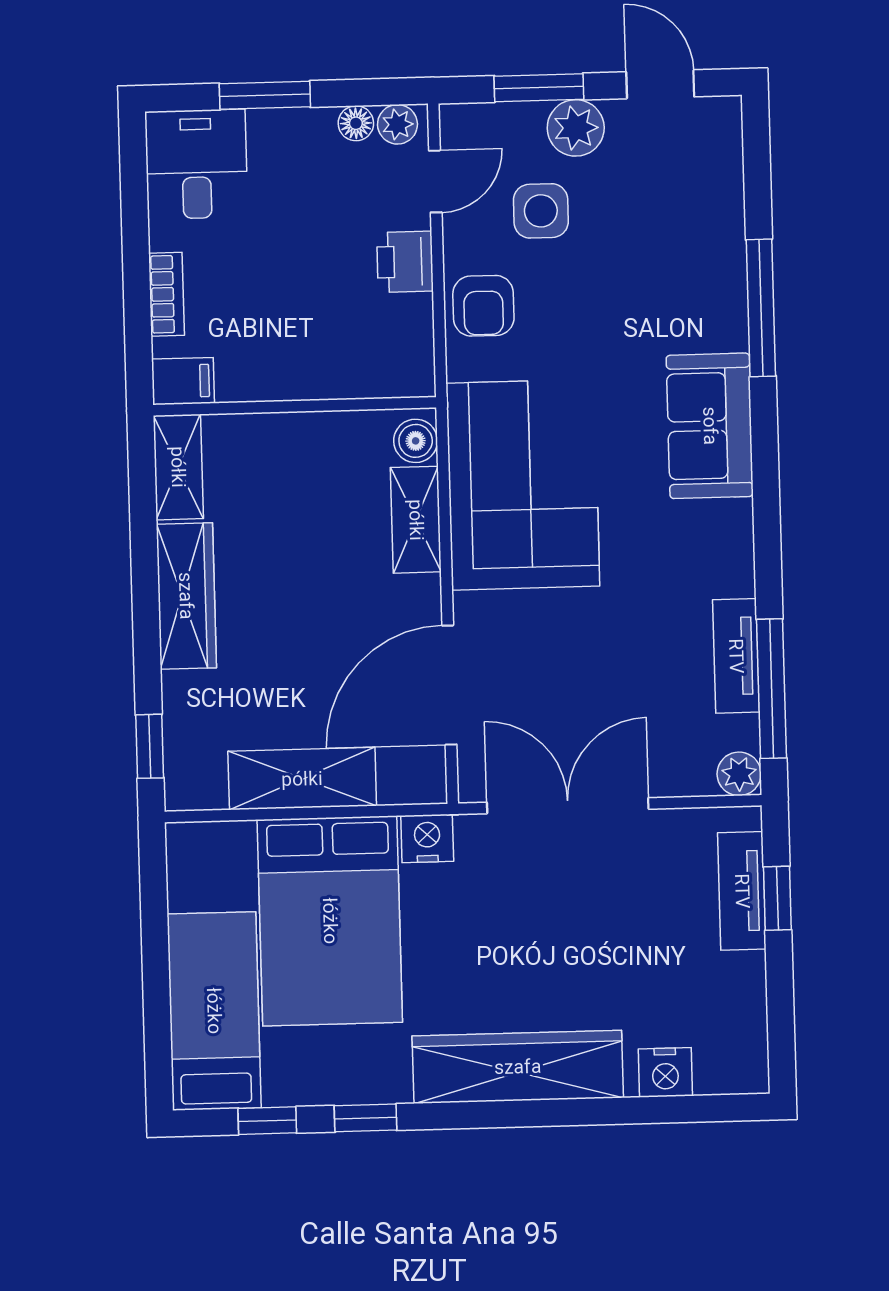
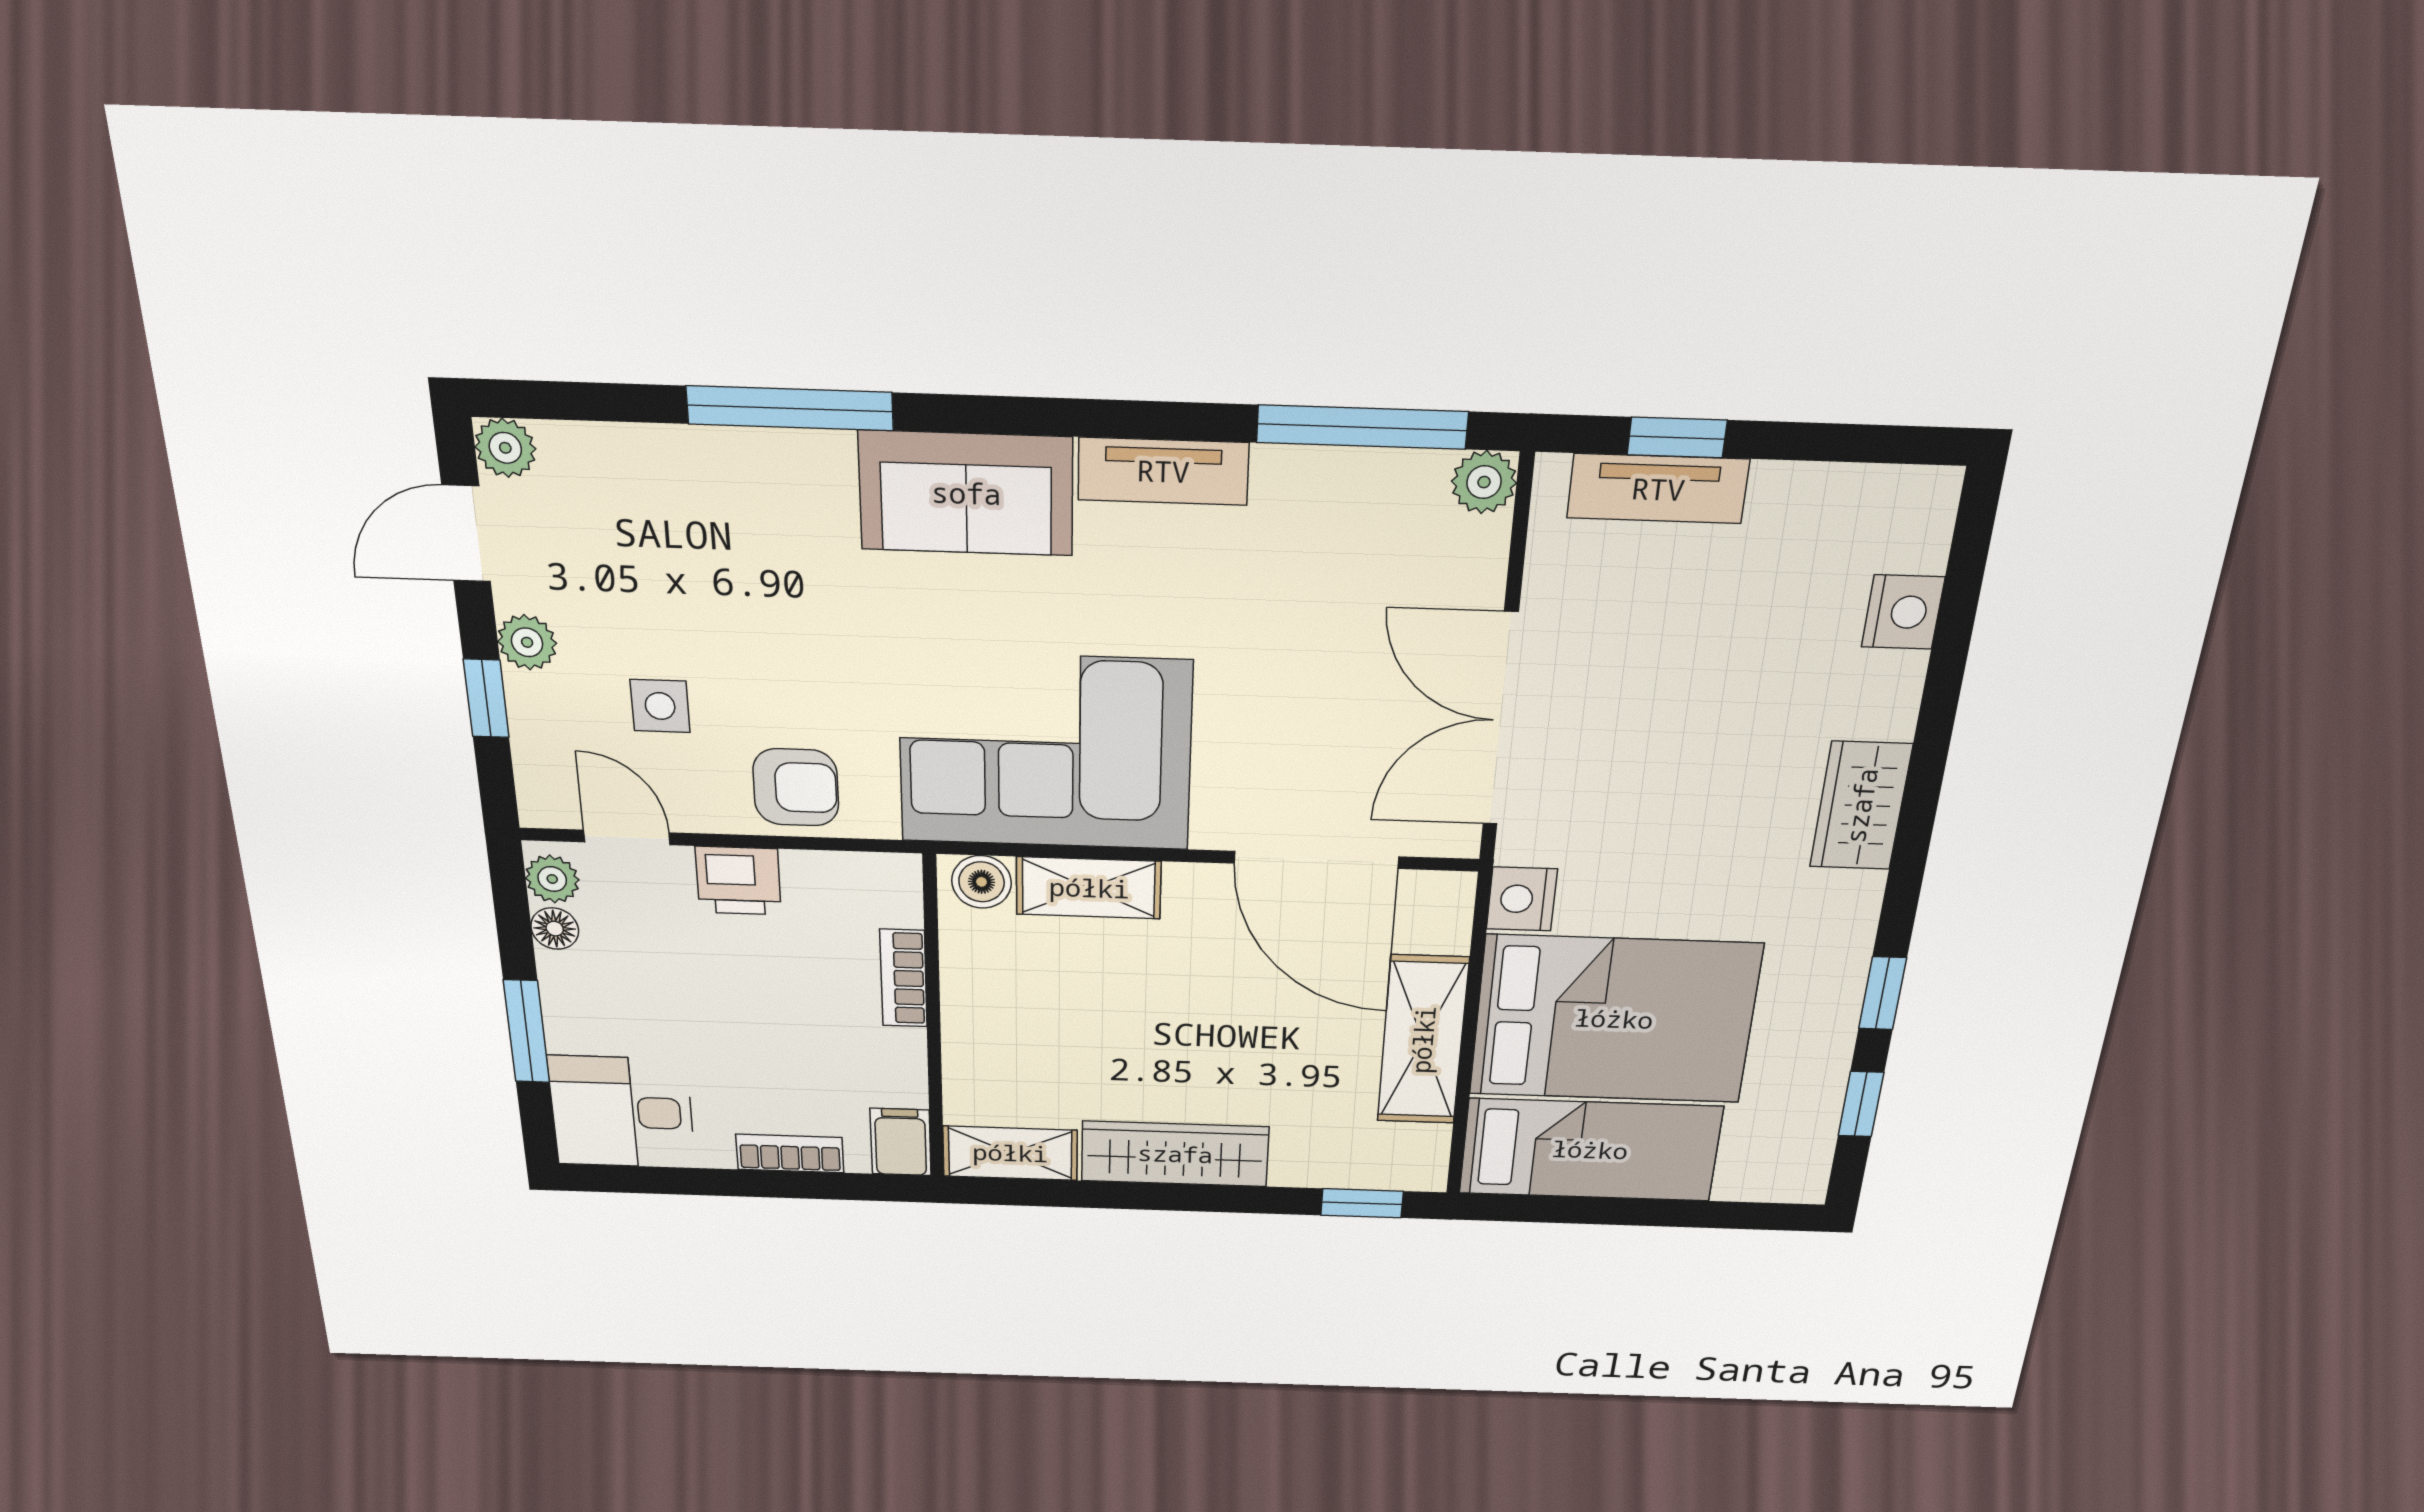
window: (539, 88) -> (486, 698), width x0.67
plant: (722, 116) -> (505, 448), added
plant: (576, 128) -> (527, 642), width x0.73, depth x0.73
side table: (541, 211) -> (660, 706), width x0.73, depth x0.73
bookcase: (330, 383) -> (903, 978), added
tv unit: (736, 656) -> (1163, 471), moved
bed: (214, 1011) -> (1590, 1150), moved, turned 180
wardrobe: (518, 1067) -> (1861, 806), width x0.48, depth x0.85

